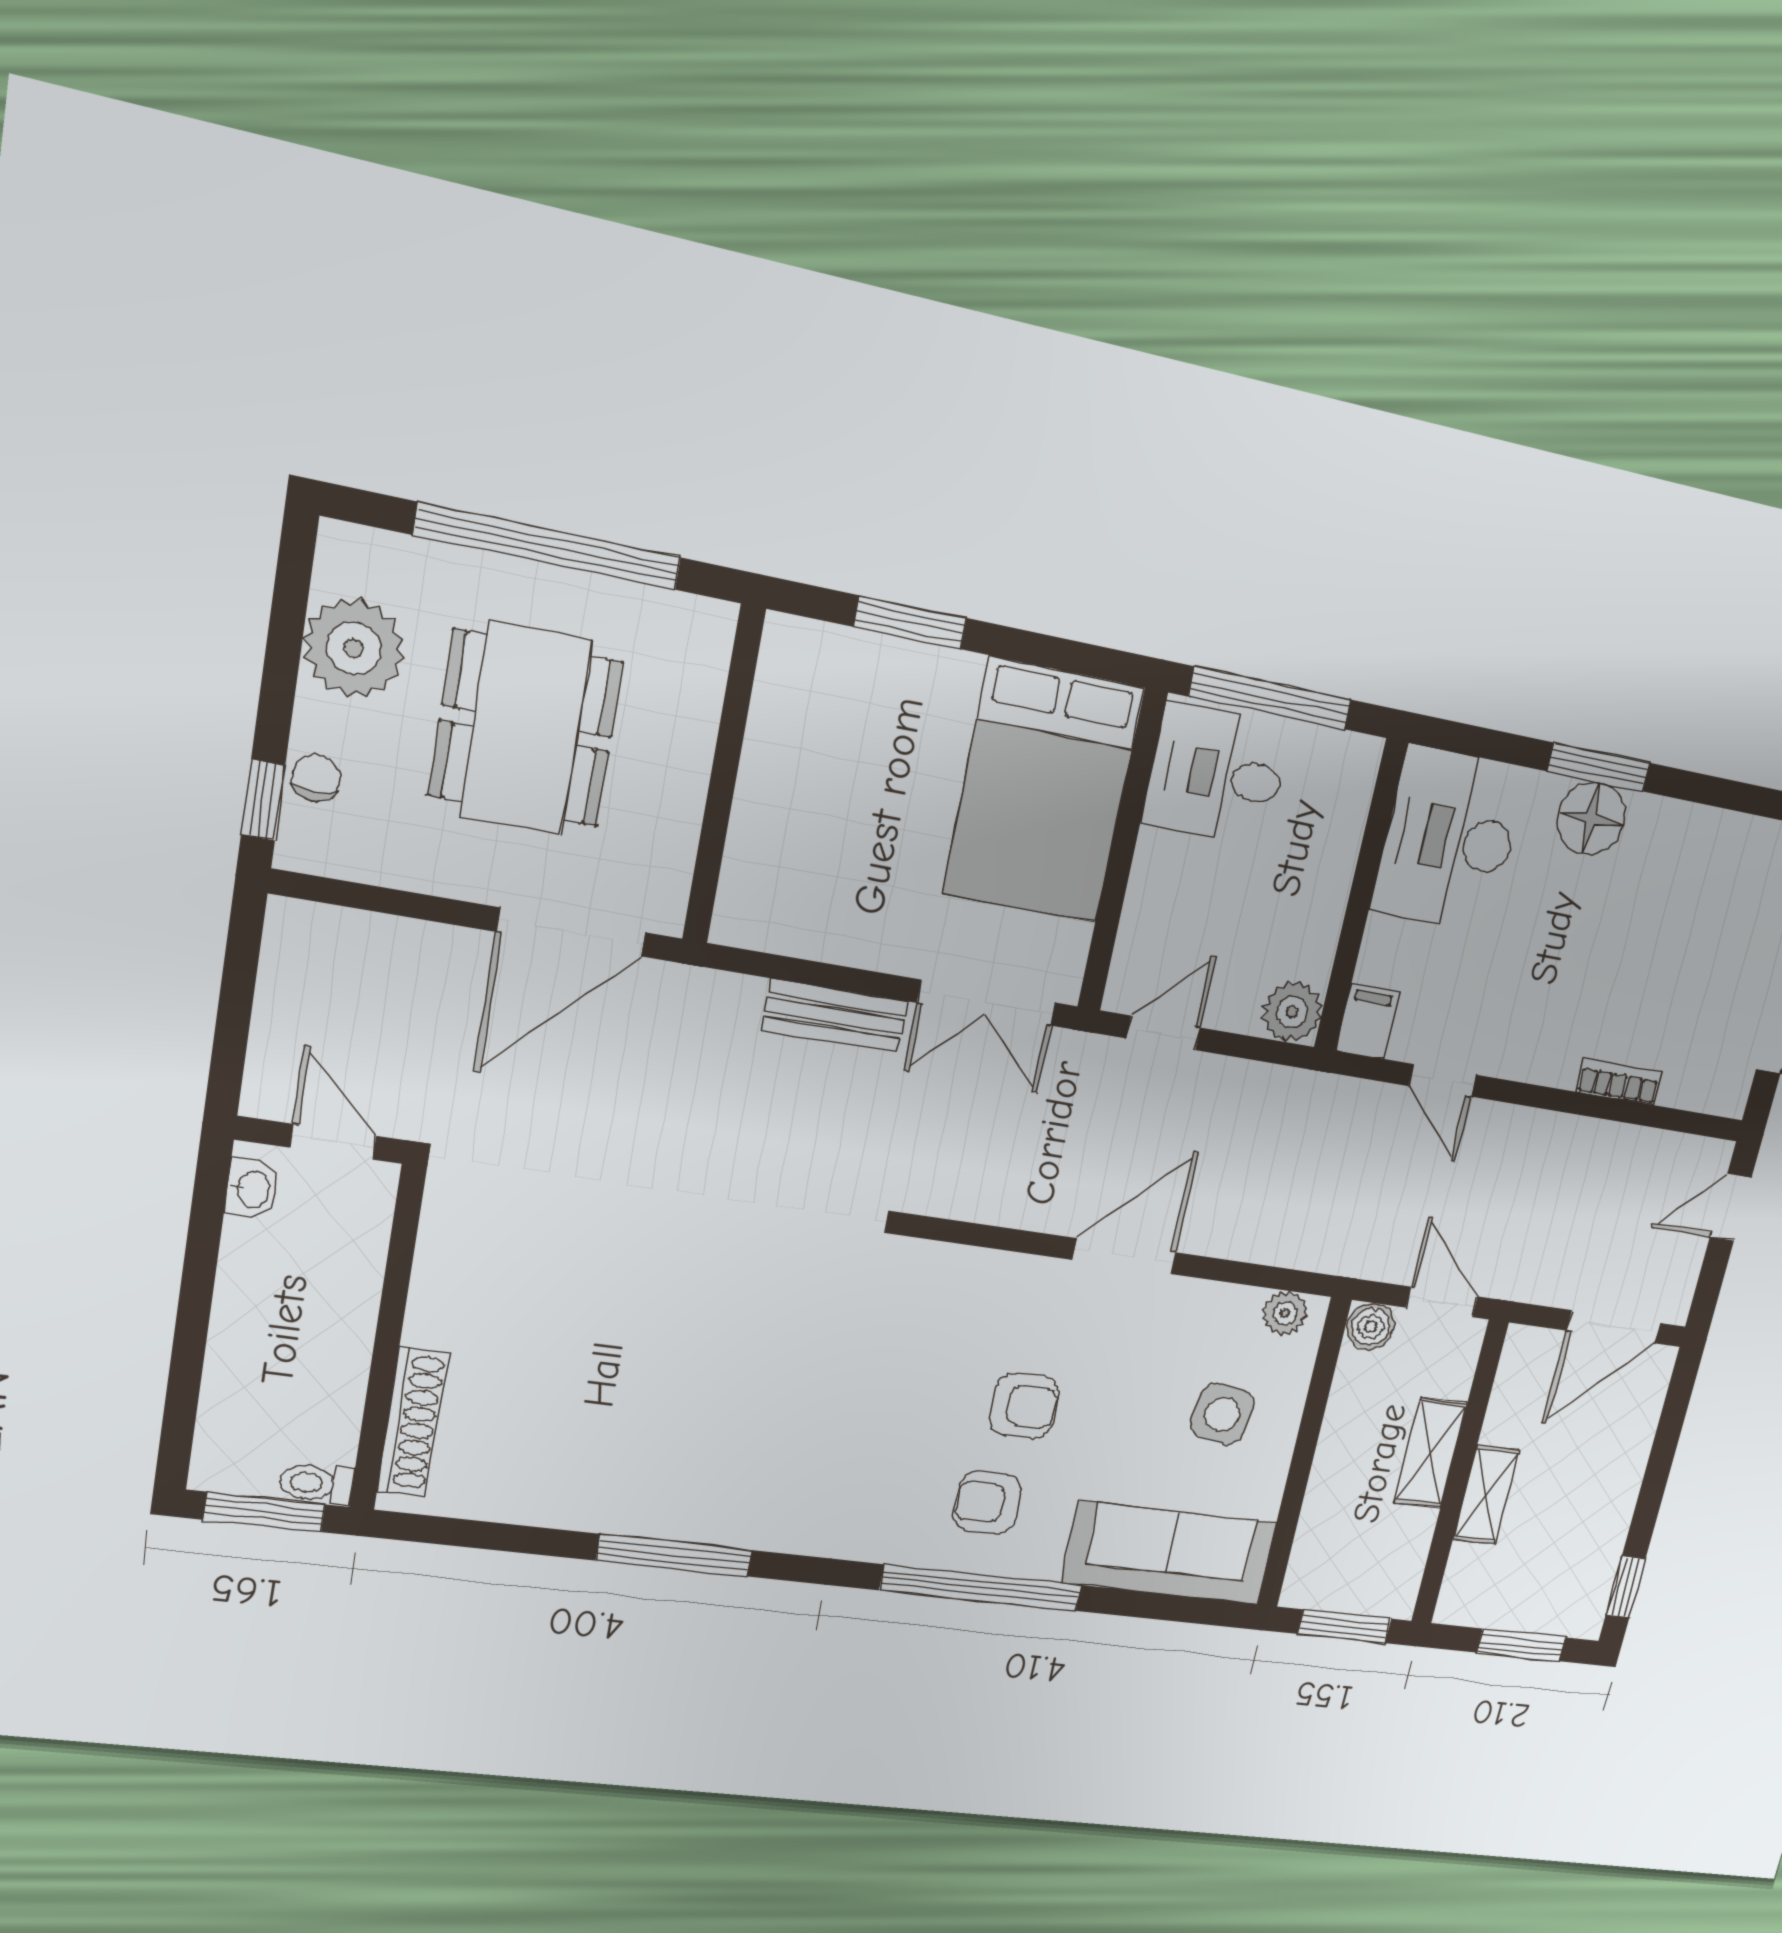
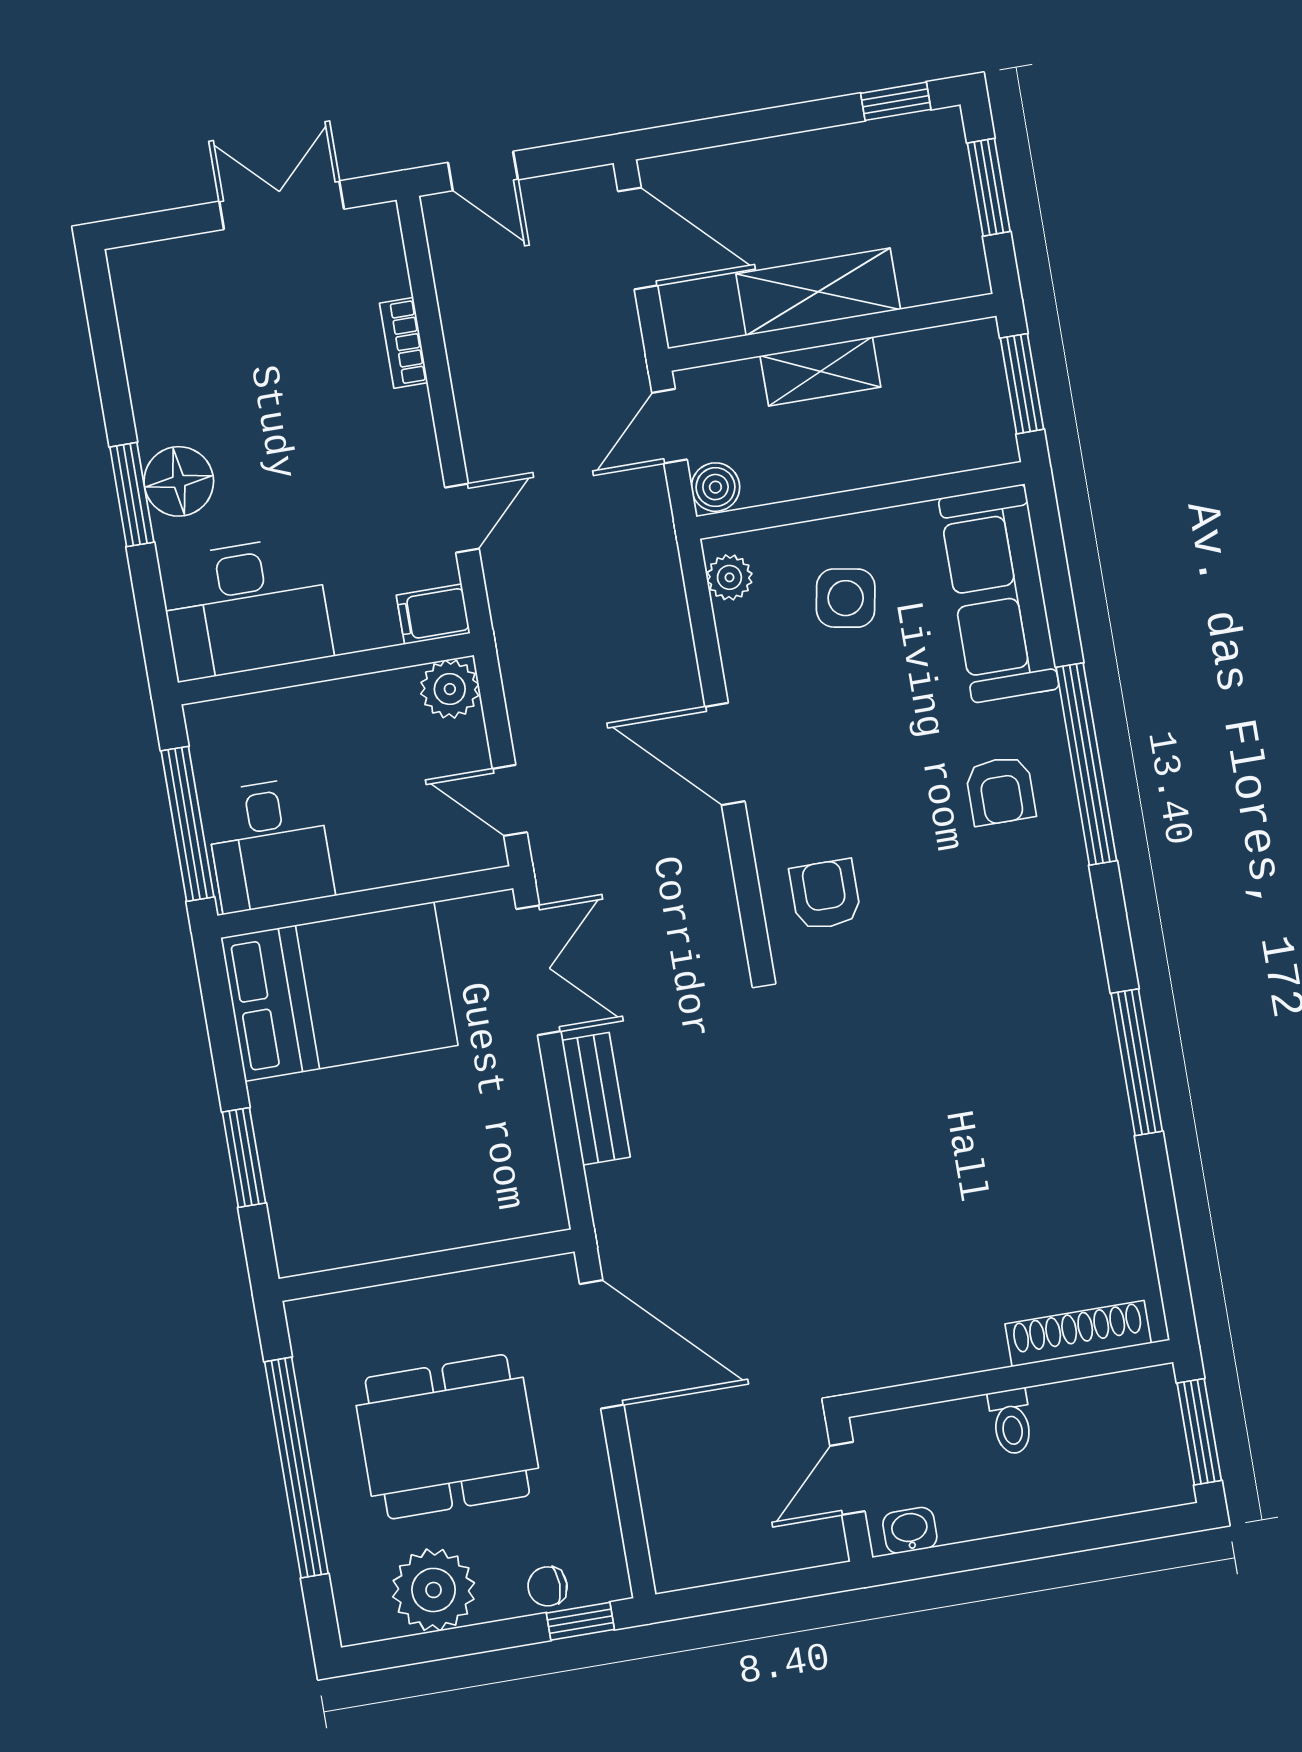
armchair: (1024, 1406) -> (825, 895), moved
toilet: (316, 1483) -> (1011, 1422), moved
shelving: (1486, 1495) -> (818, 292), width x1.50, depth x1.33

